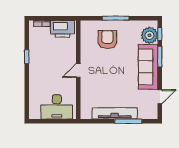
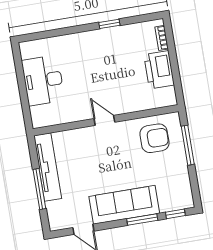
plant: (149, 35) -> (171, 199), removed
wall: (78, 70) -> (106, 120), moved
door: (78, 71) -> (104, 120), moved

